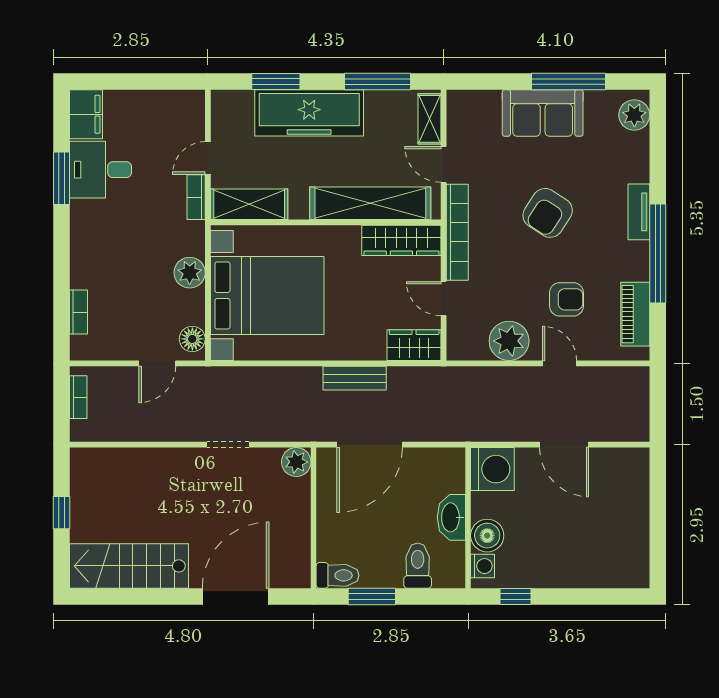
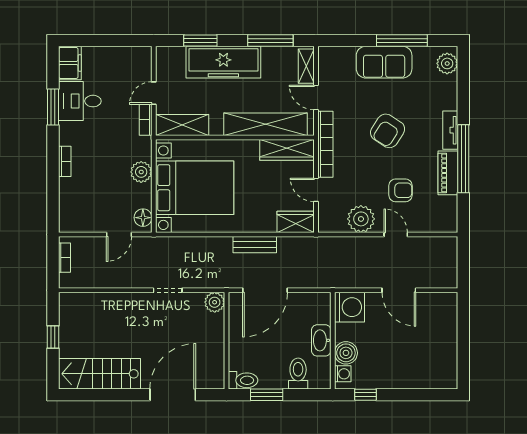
bookcase: (78, 312) -> (65, 161), moved
piano: (635, 314) -> (448, 173), moved

